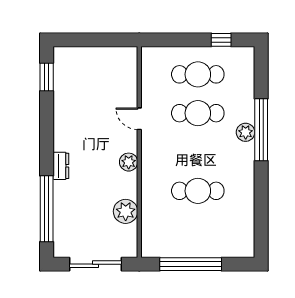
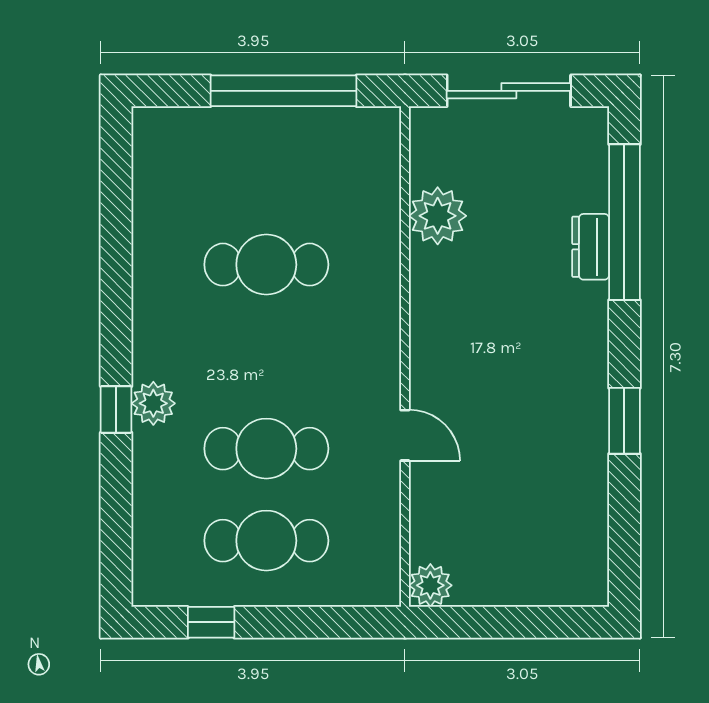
window: (47, 77) -> (624, 421), moved
window: (261, 130) -> (116, 409), width x0.32
plant: (129, 162) -> (430, 585), moved
dresser: (61, 166) -> (591, 247), moved

